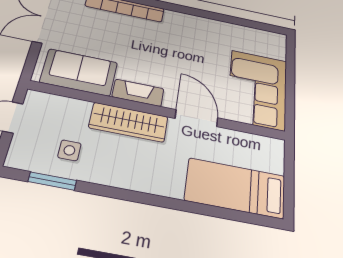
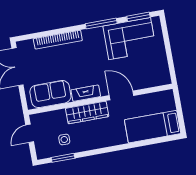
window: (198, 13) -> (101, 24), added
window: (256, 25) -> (138, 17), added
corner sofa: (258, 90) -> (130, 39), moved, turned -90

